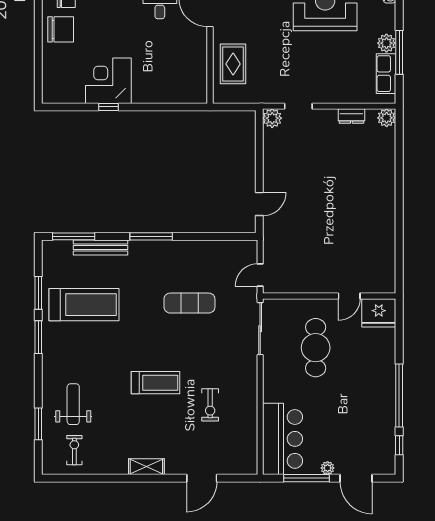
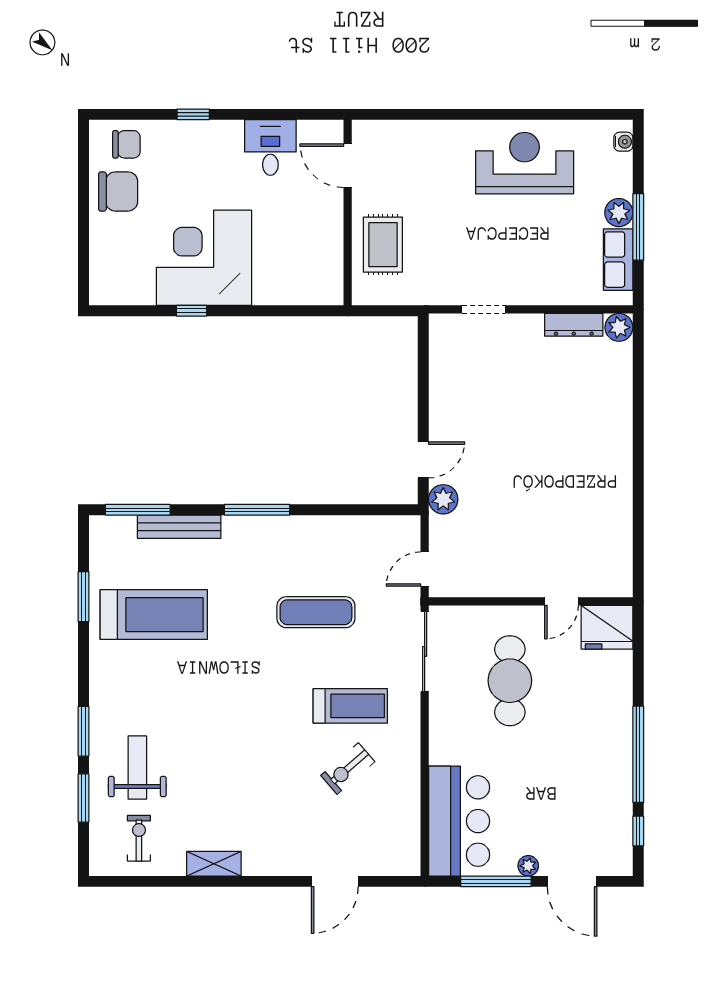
corner desk: (108, 81) -> (204, 258), width x1.36, depth x1.36
dresser: (351, 116) -> (574, 325), width x1.44
plant: (272, 118) -> (443, 499), moved
window: (38, 337) -> (84, 731), moved
treadmill: (156, 383) -> (350, 706), moved
exercise bike: (210, 405) -> (348, 769), turned 49
shelving: (146, 467) -> (214, 864), moved

